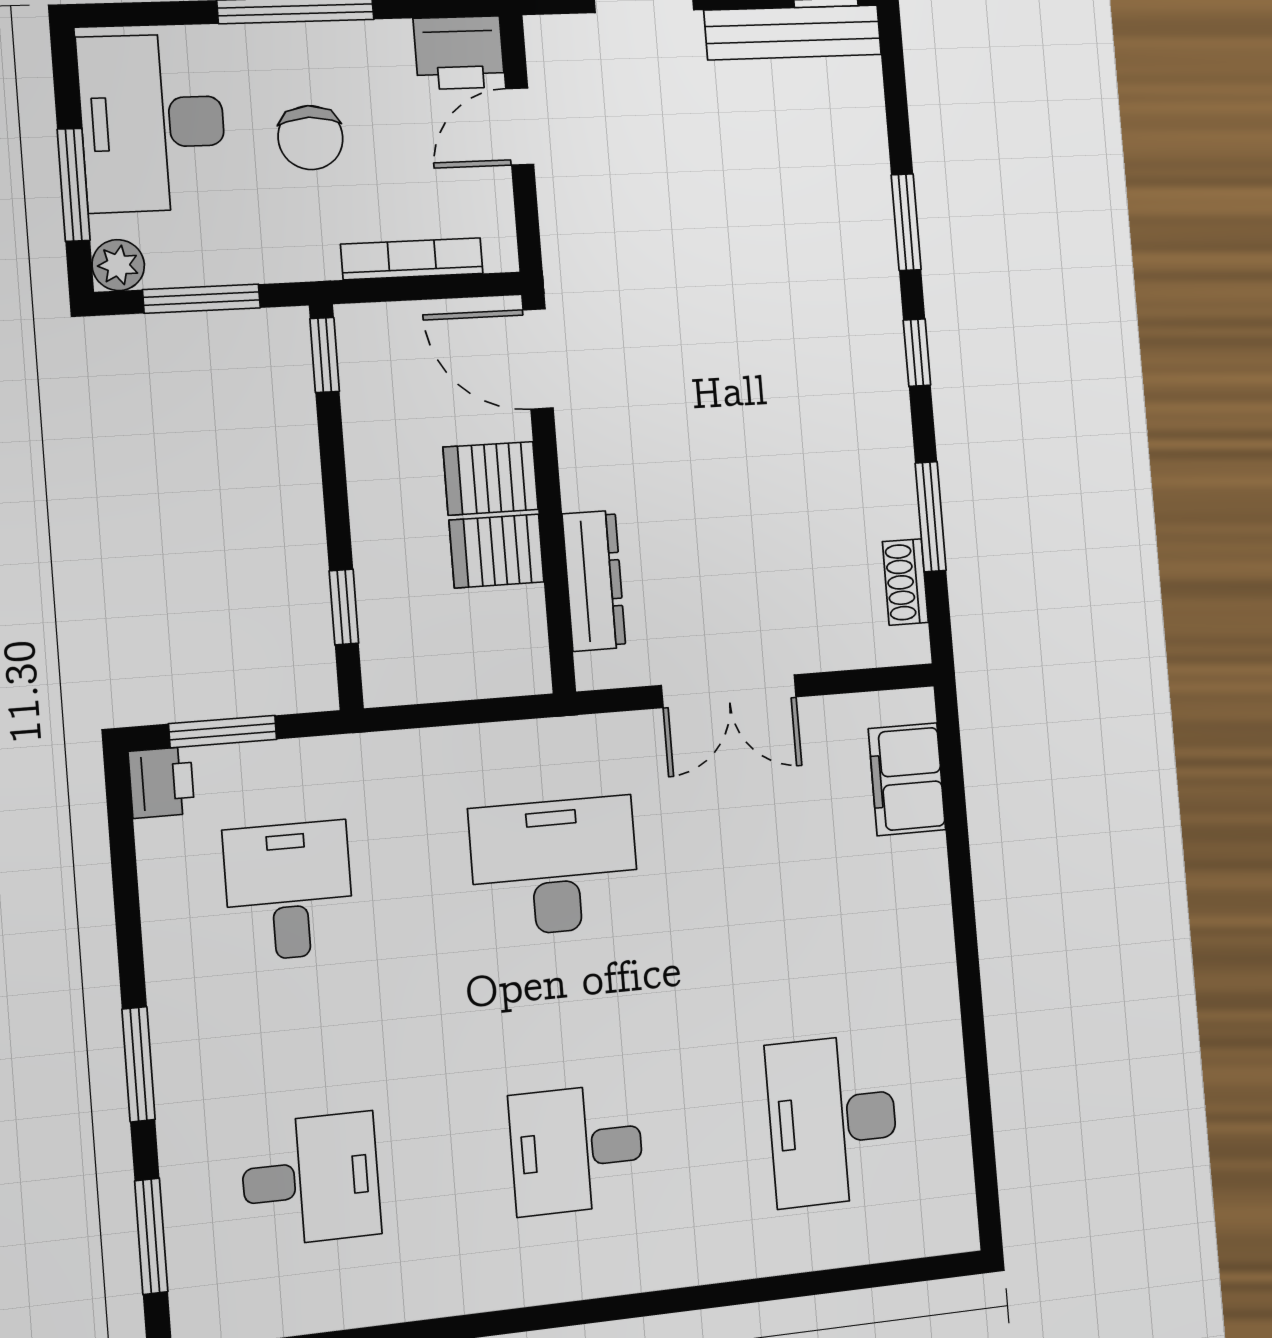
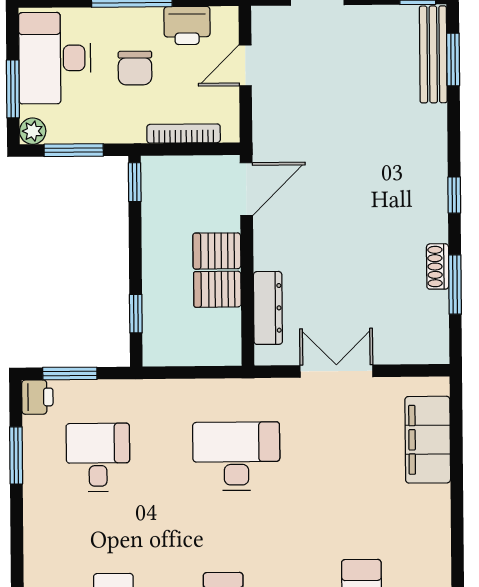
bench: (793, 32) -> (433, 54), moved, turned 90
printer: (459, 53) -> (187, 25), moved
window: (906, 222) -> (453, 60), moved
door: (538, 359) -> (246, 189), swing flipped
shoe rack: (905, 582) -> (438, 266), moved
double door: (729, 691) -> (336, 371), swing flipped
filing cabinet: (907, 779) -> (428, 440), width x1.50, depth x1.17
window: (139, 1064) -> (16, 455), moved

